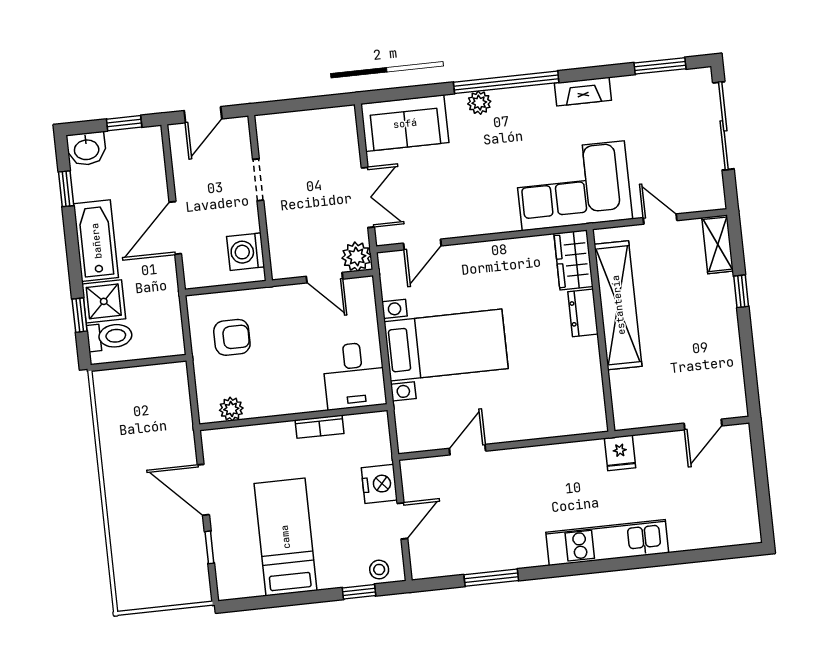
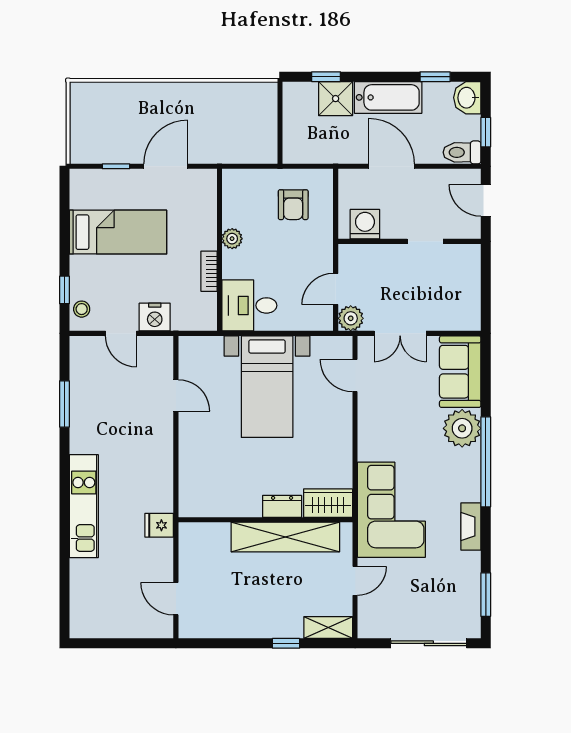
plant: (479, 103) -> (462, 428), width x1.88, depth x1.88
toilet: (110, 336) -> (462, 152), moved, turned 90
plant: (231, 409) -> (232, 239), moved

